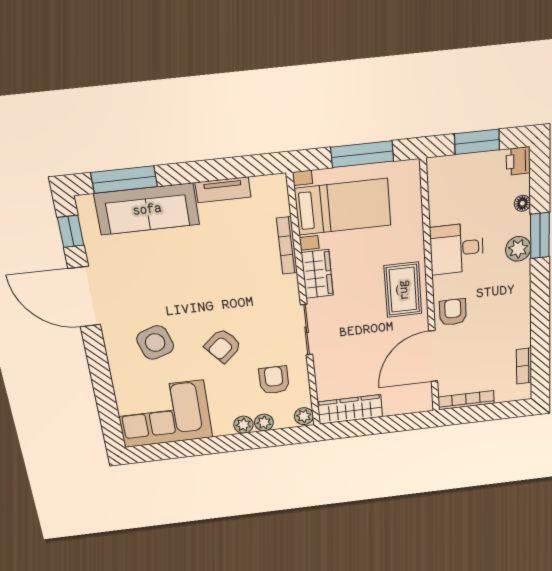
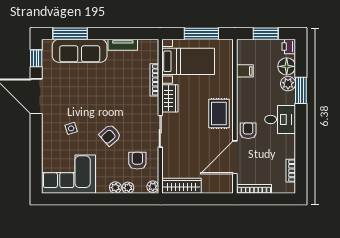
floor lamp: (522, 203) -> (287, 66), width x1.89, depth x1.89
filing cabinet: (443, 213) -> (245, 71), added
desk: (457, 249) -> (280, 119), moved, turned 180
plant: (518, 249) -> (288, 84), moved
side table: (155, 343) -> (71, 128), width x0.54, depth x0.54

